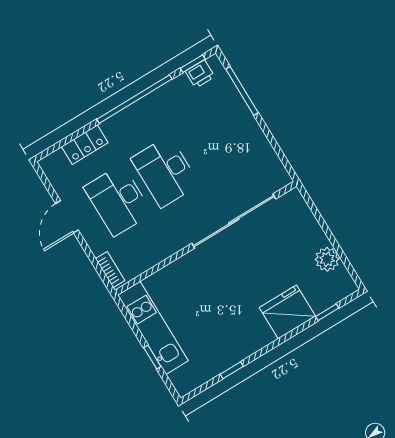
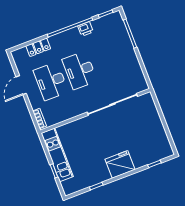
printer: (200, 74) -> (85, 29), moved
plant: (327, 259) -> (160, 135), removed
fridge: (287, 312) -> (120, 164), moved

